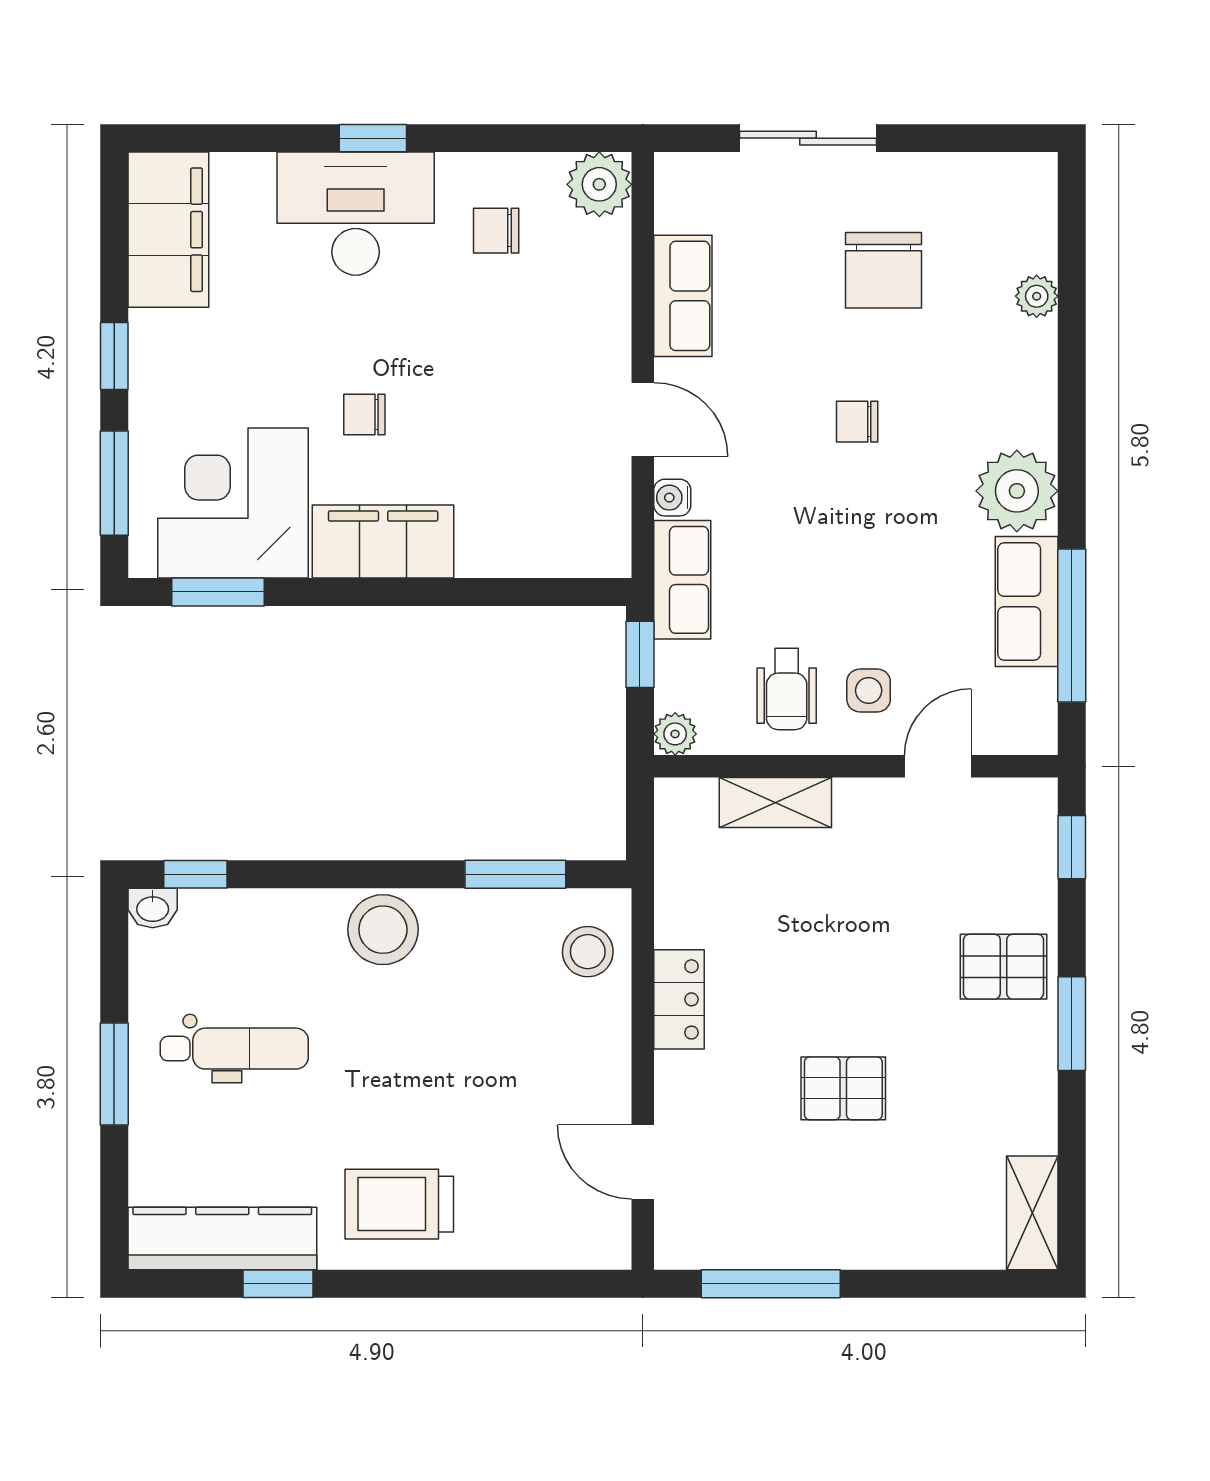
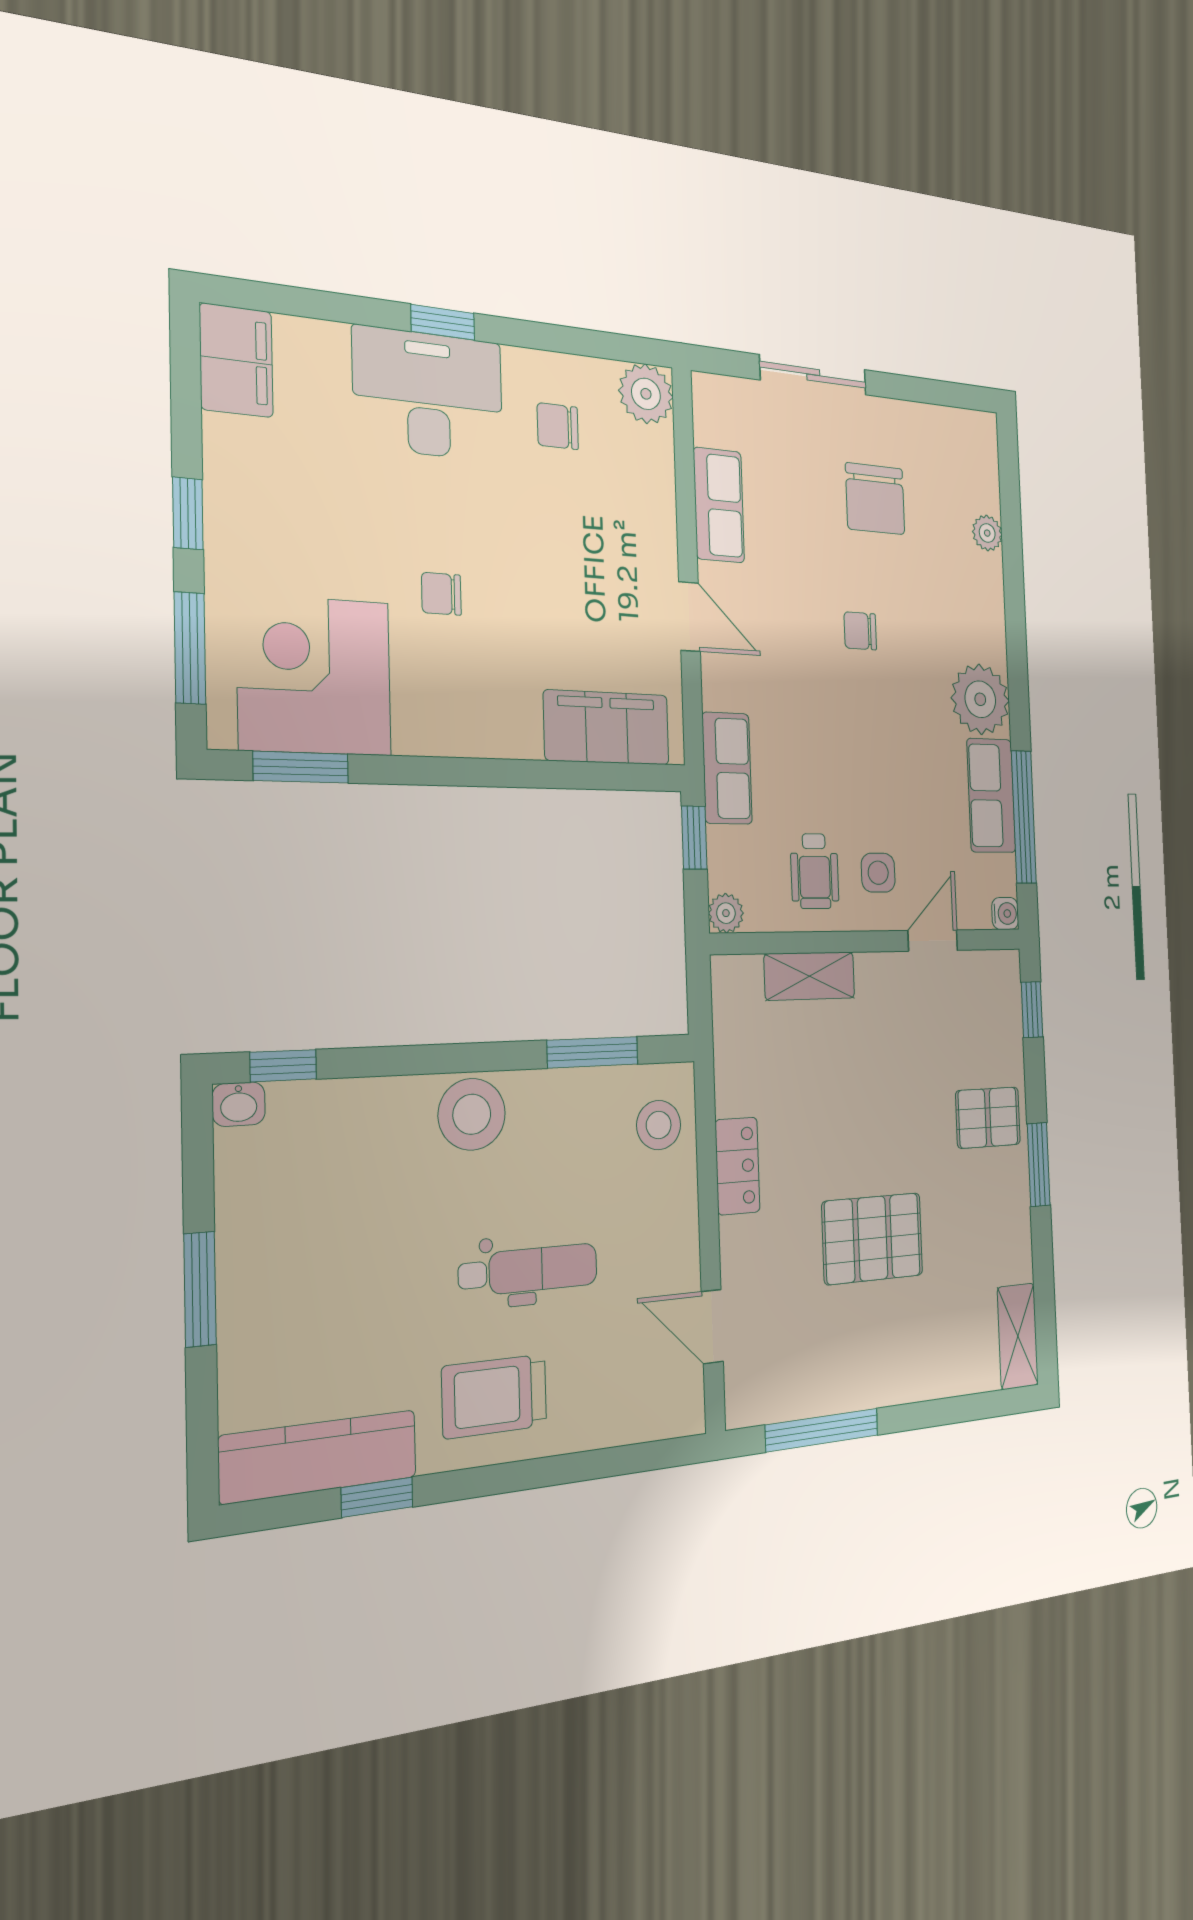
filing cabinet: (168, 230) -> (236, 360), width x0.67, depth x0.86
water cooler: (672, 498) -> (1005, 914), moved, turned 180
filing cabinet: (383, 542) -> (607, 727), moved
dental chair: (234, 1049) -> (528, 1270), moved
pallet: (843, 1088) -> (873, 1238), width x1.50, depth x1.42

